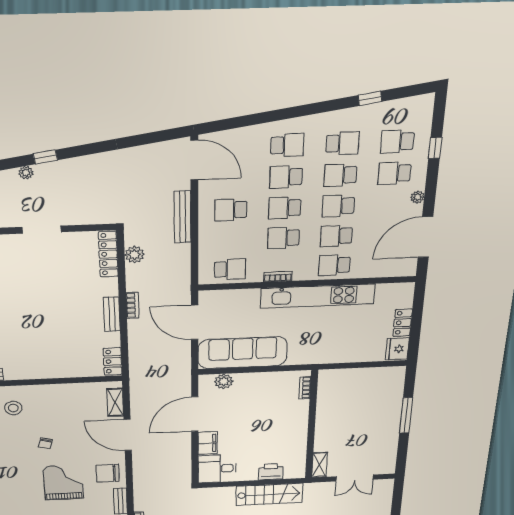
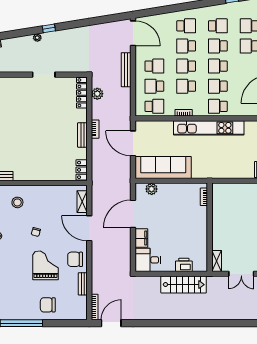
school desk: (231, 210) -> (154, 66), turned 180
school desk: (230, 240) -> (154, 86), added

